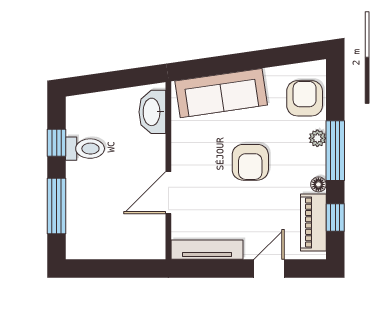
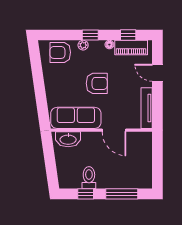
sofa: (221, 93) -> (76, 118), moved, turned -82
window: (335, 151) -> (90, 35), width x0.46

